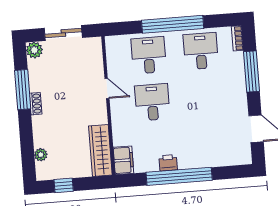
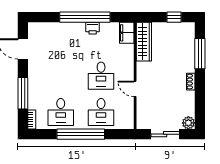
window: (23, 90) -> (200, 54), moved
plant: (41, 155) -> (190, 42), removed

